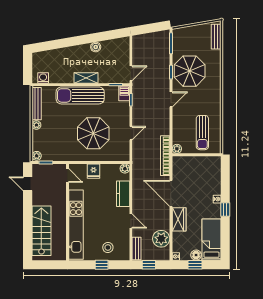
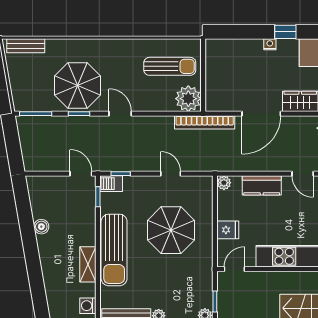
shelving: (86, 78) -> (88, 264), moved
plant: (177, 149) -> (188, 99), width x1.87, depth x1.87
door: (131, 221) -> (303, 174), swing flipped

